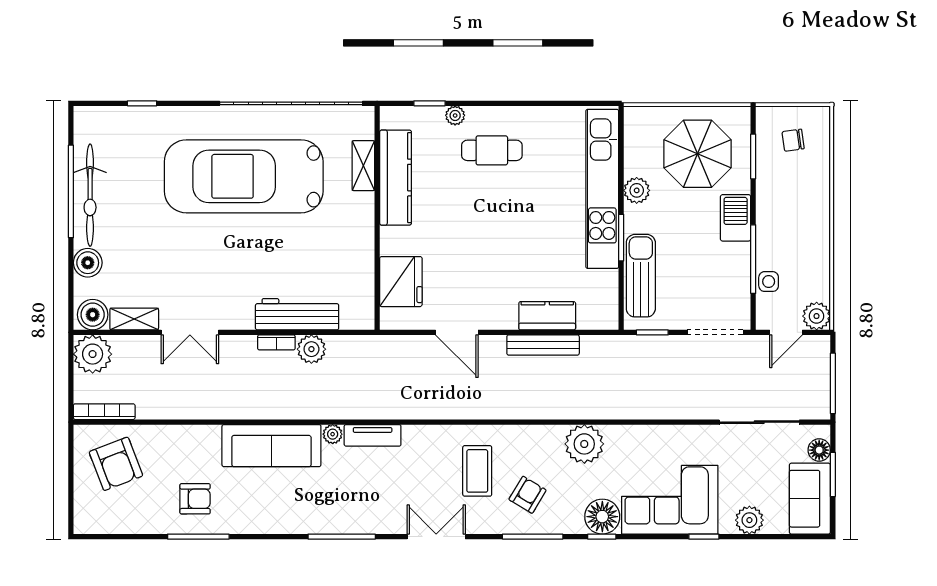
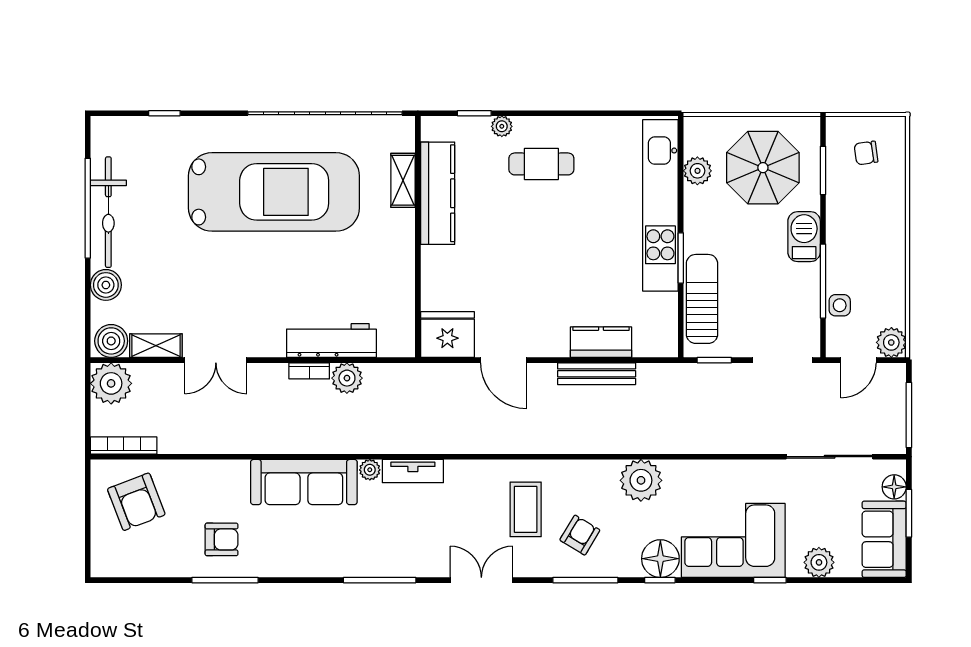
car: (244, 176) -> (274, 192), turned 180
plant: (637, 190) -> (697, 171), moved
fridge: (401, 282) -> (447, 335), moved, turned -90

